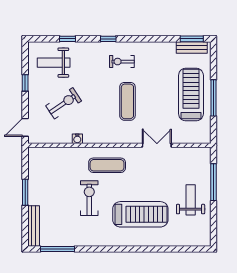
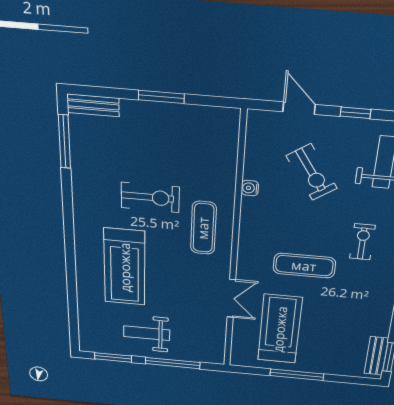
exercise bike: (122, 62) -> (362, 242), moved
treadmill: (191, 95) -> (280, 329), moved, turned -90
door: (25, 127) -> (299, 108), moved
weight bench: (191, 200) -> (147, 333), turned 180
window: (213, 223) -> (113, 357), added
bench: (34, 226) -> (93, 105), width x0.73

